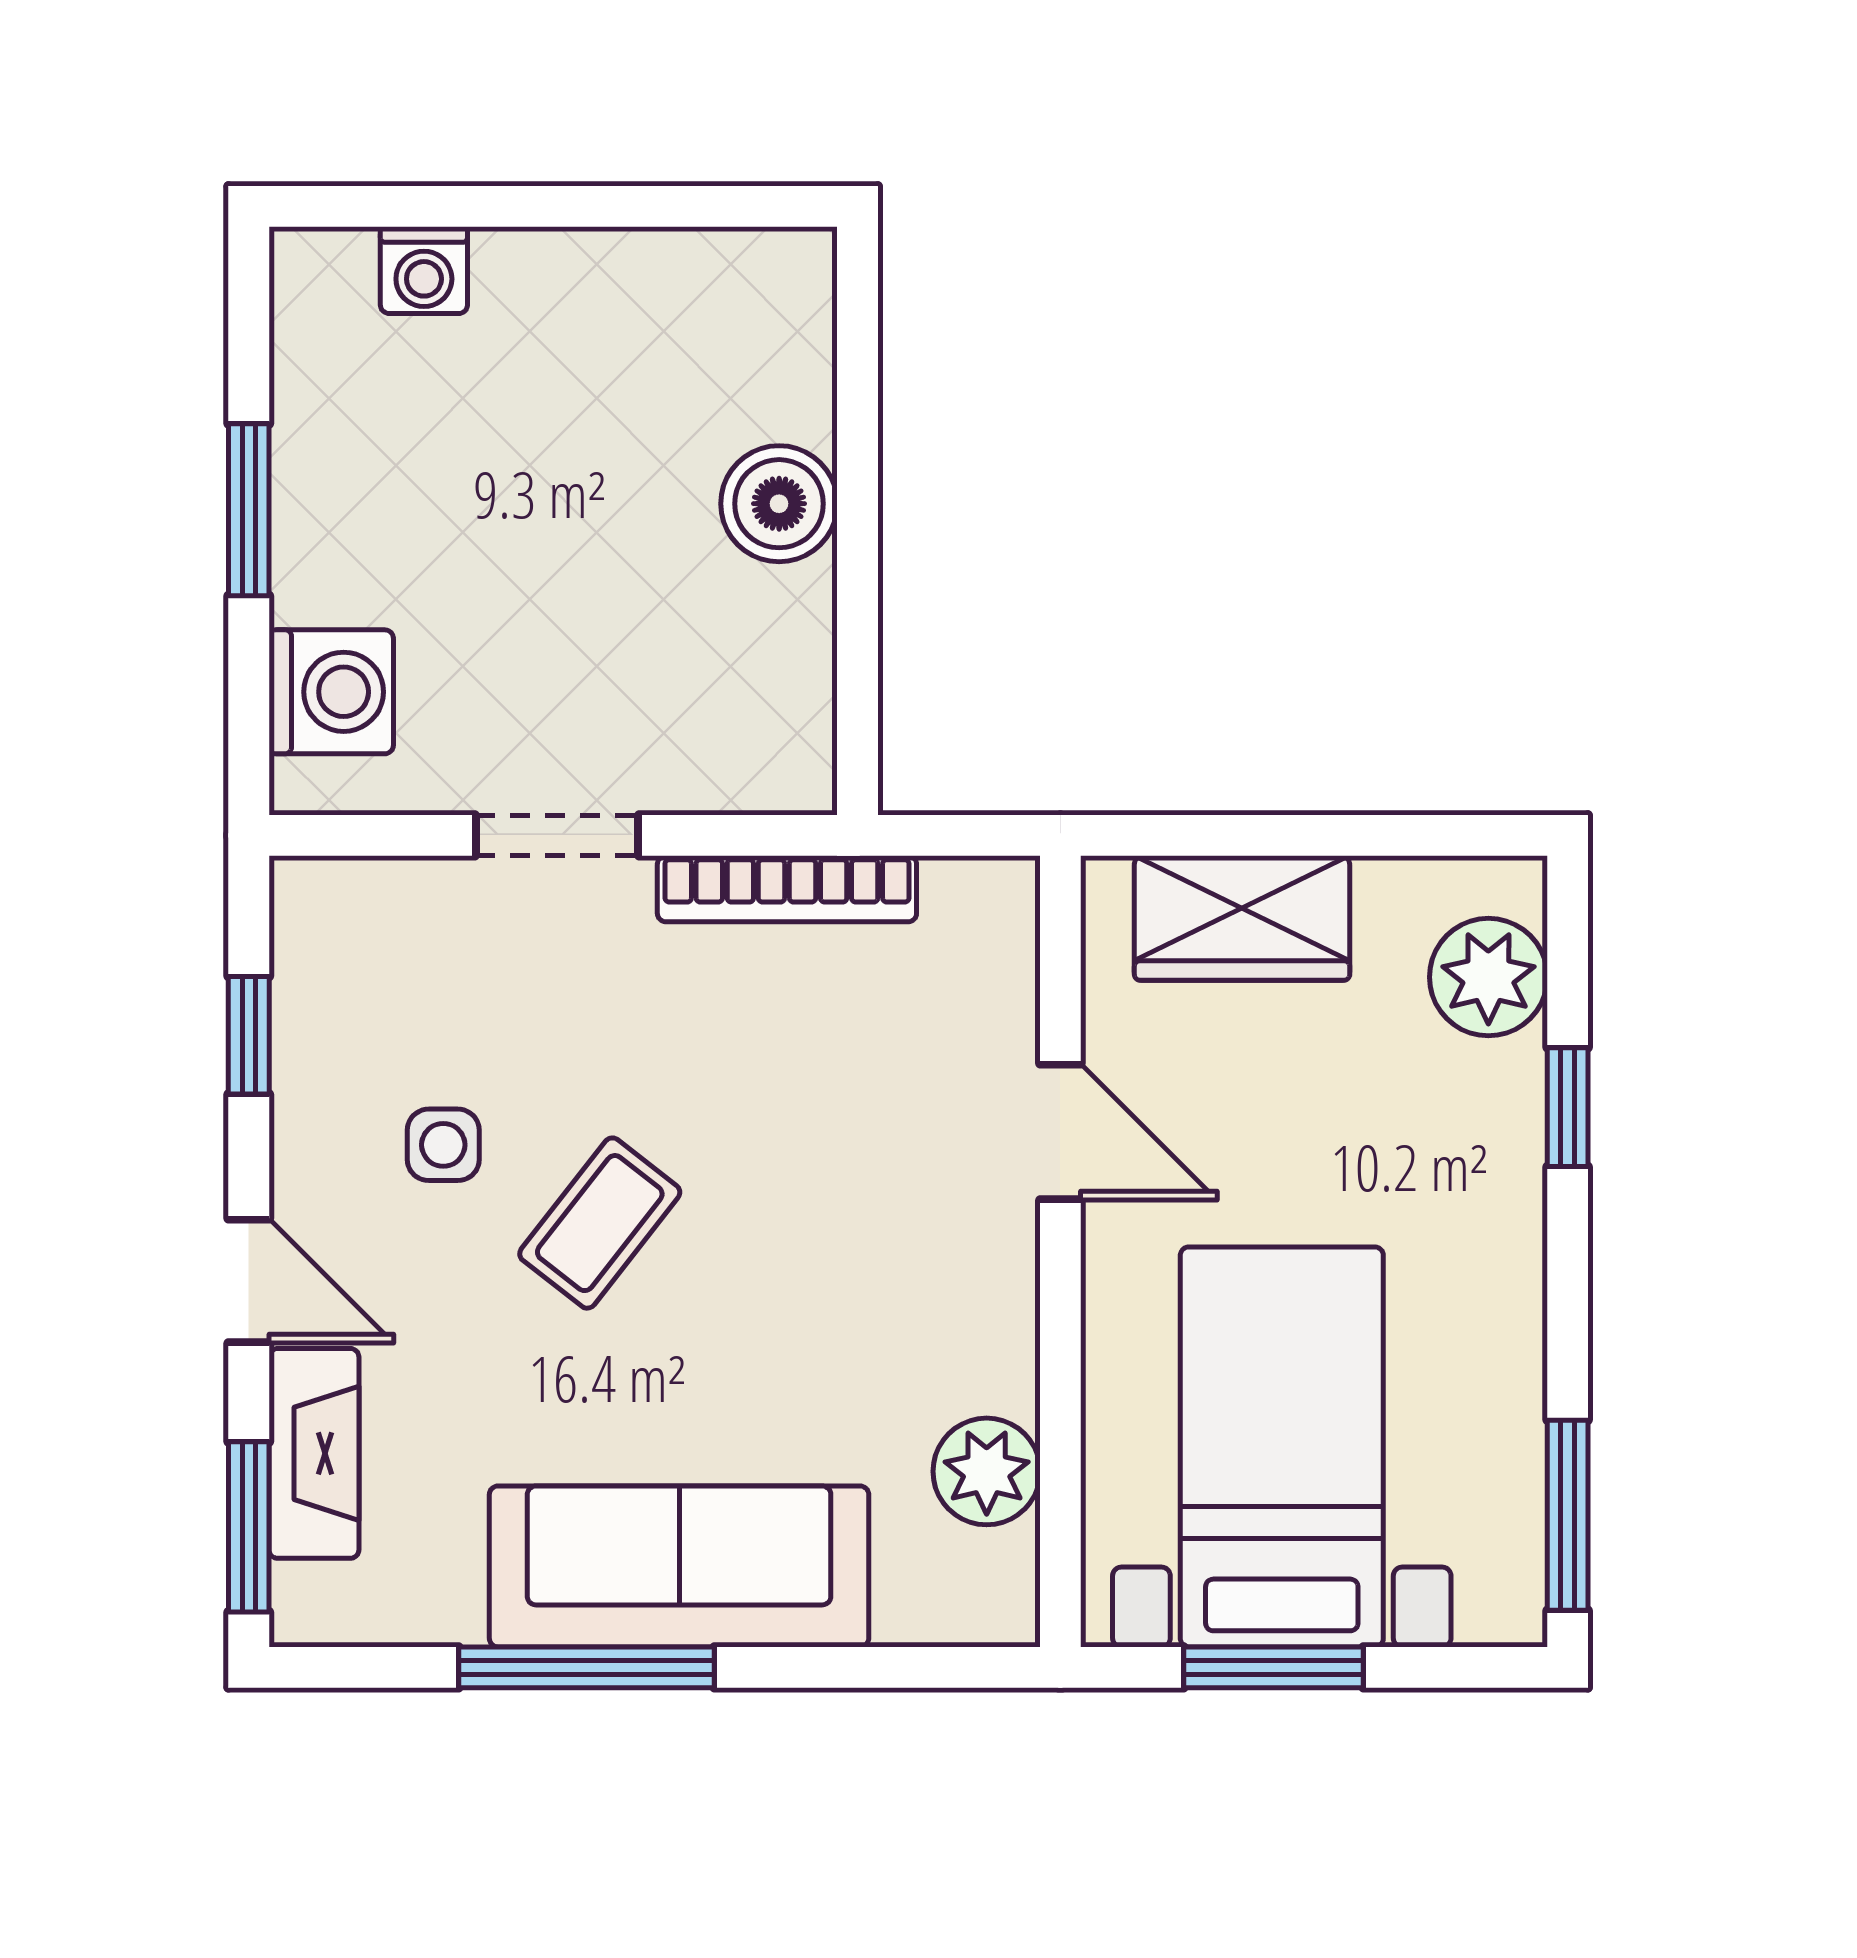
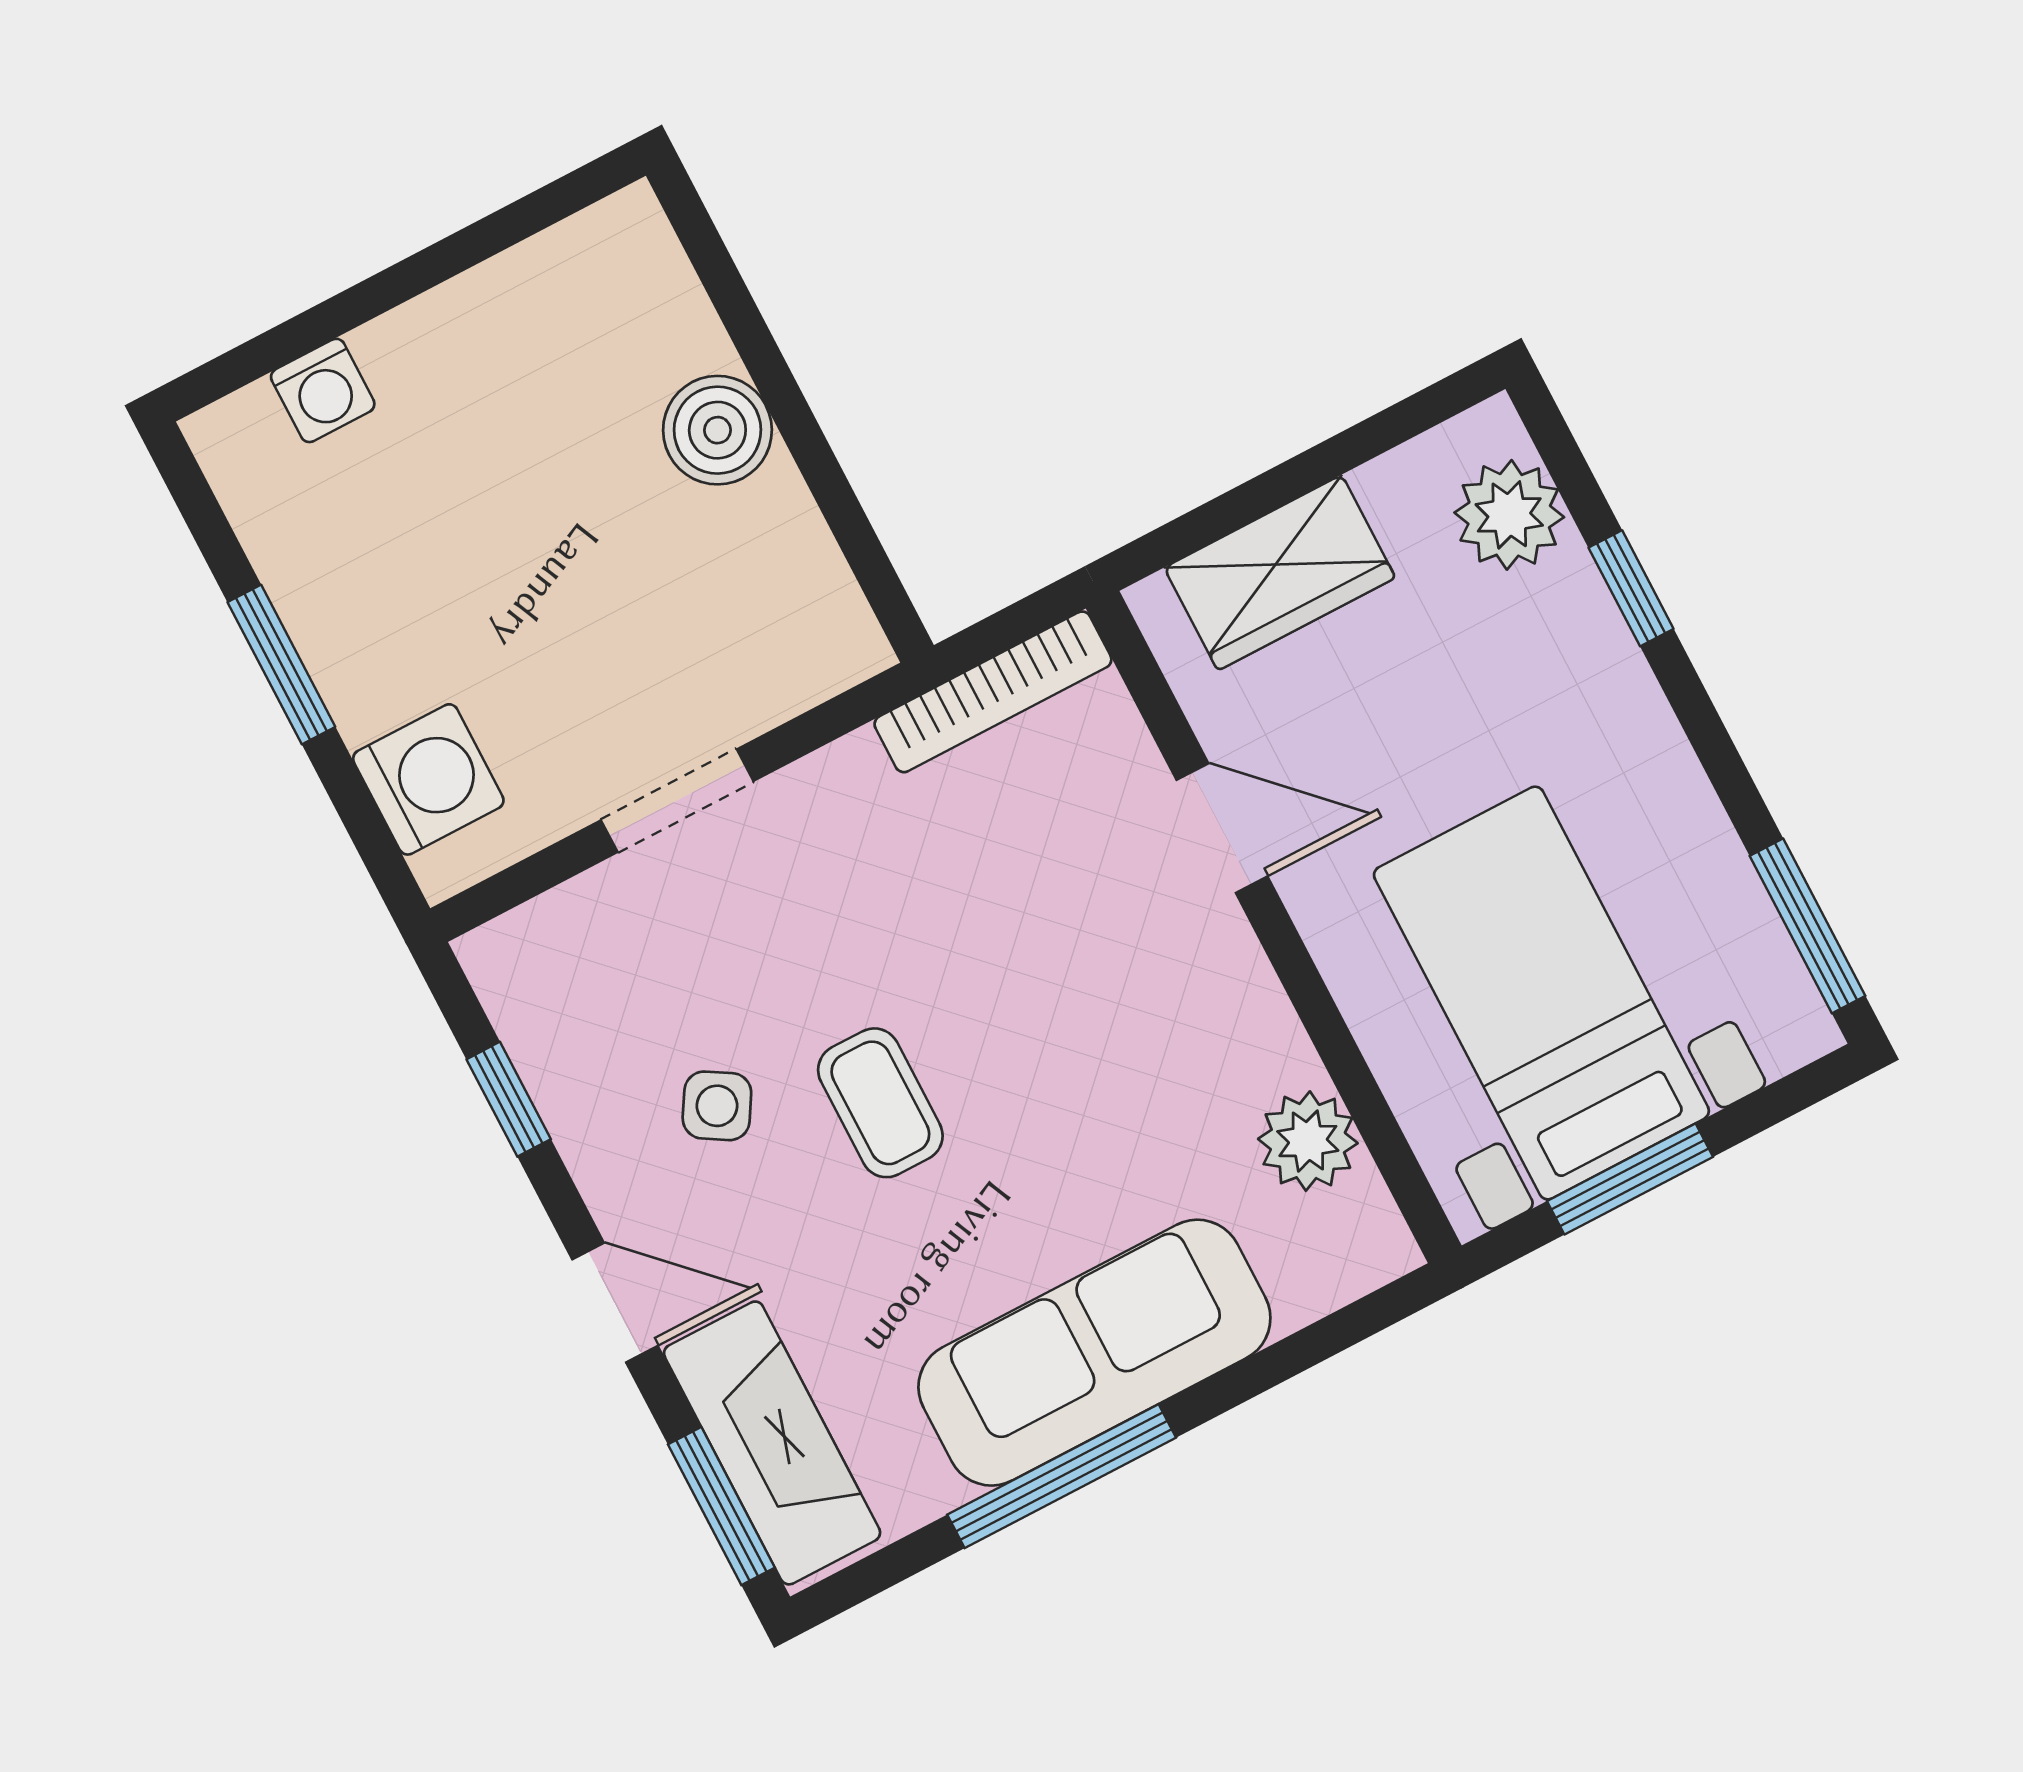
bookcase: (787, 889) -> (993, 692), moved
side table: (443, 1145) -> (717, 1106), turned 31
coffee table: (600, 1223) -> (880, 1103), turned -38
fireplace: (314, 1453) -> (772, 1443), width x1.37, depth x1.32

